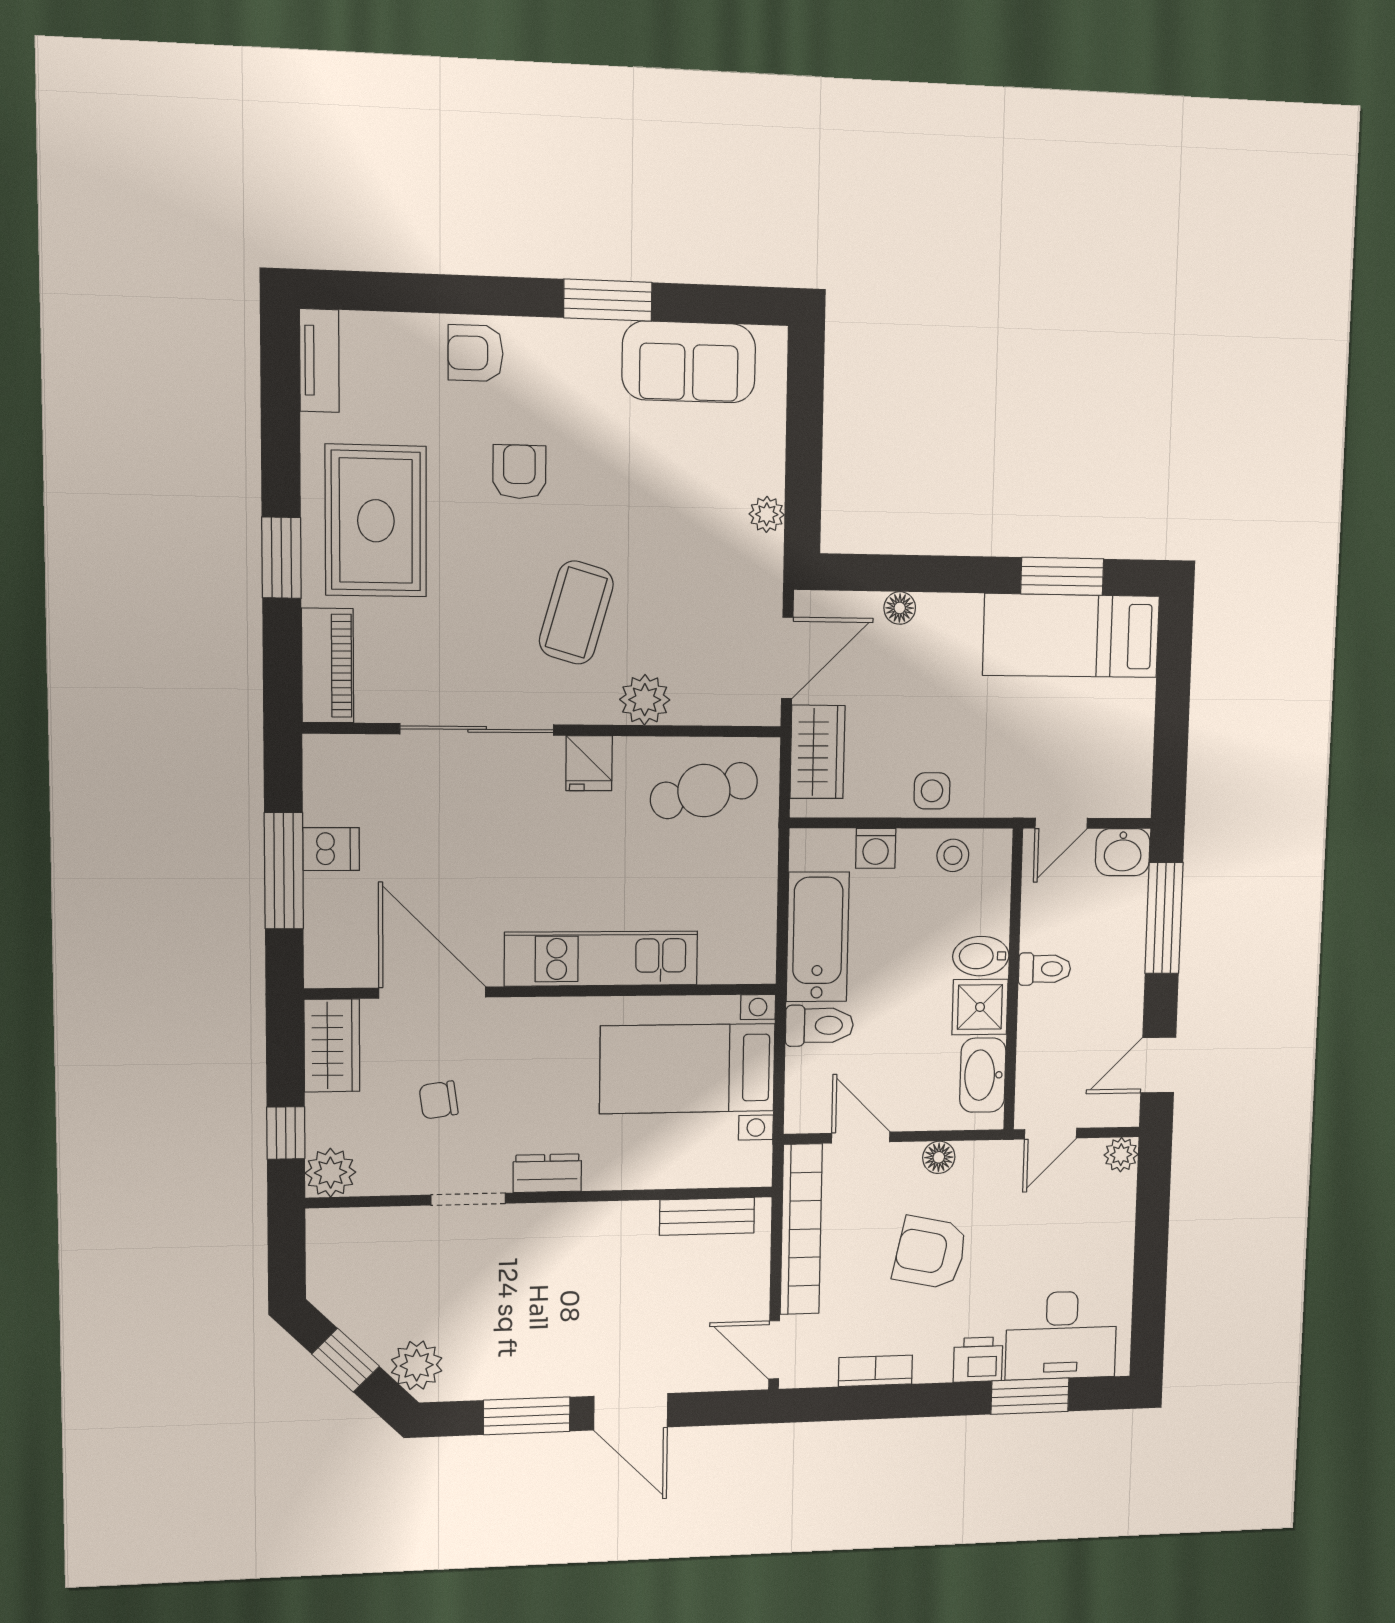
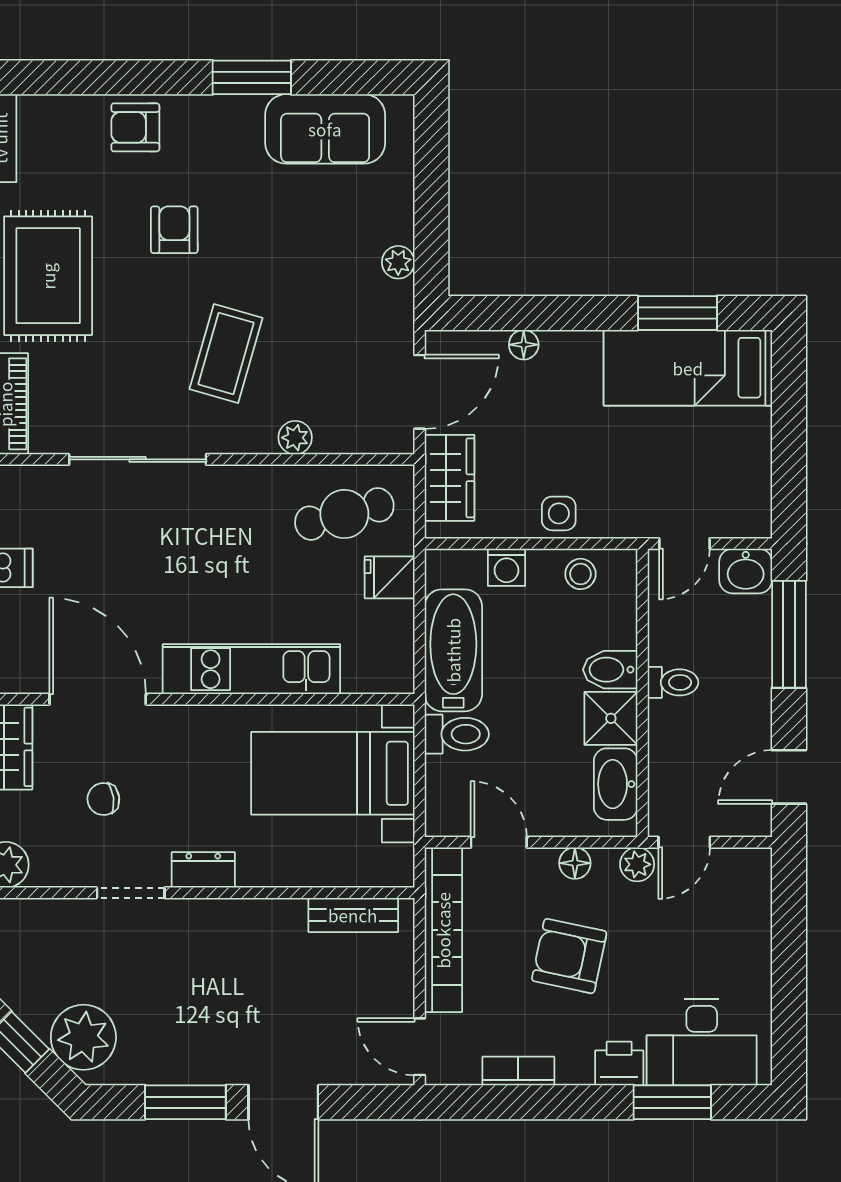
plant: (645, 700) -> (295, 438), width x0.73, depth x0.73
fridge: (589, 763) -> (390, 577), moved, turned 90
plant: (1121, 1155) -> (637, 864), moved
plant: (417, 1365) -> (83, 1037), width x1.36, depth x1.36

